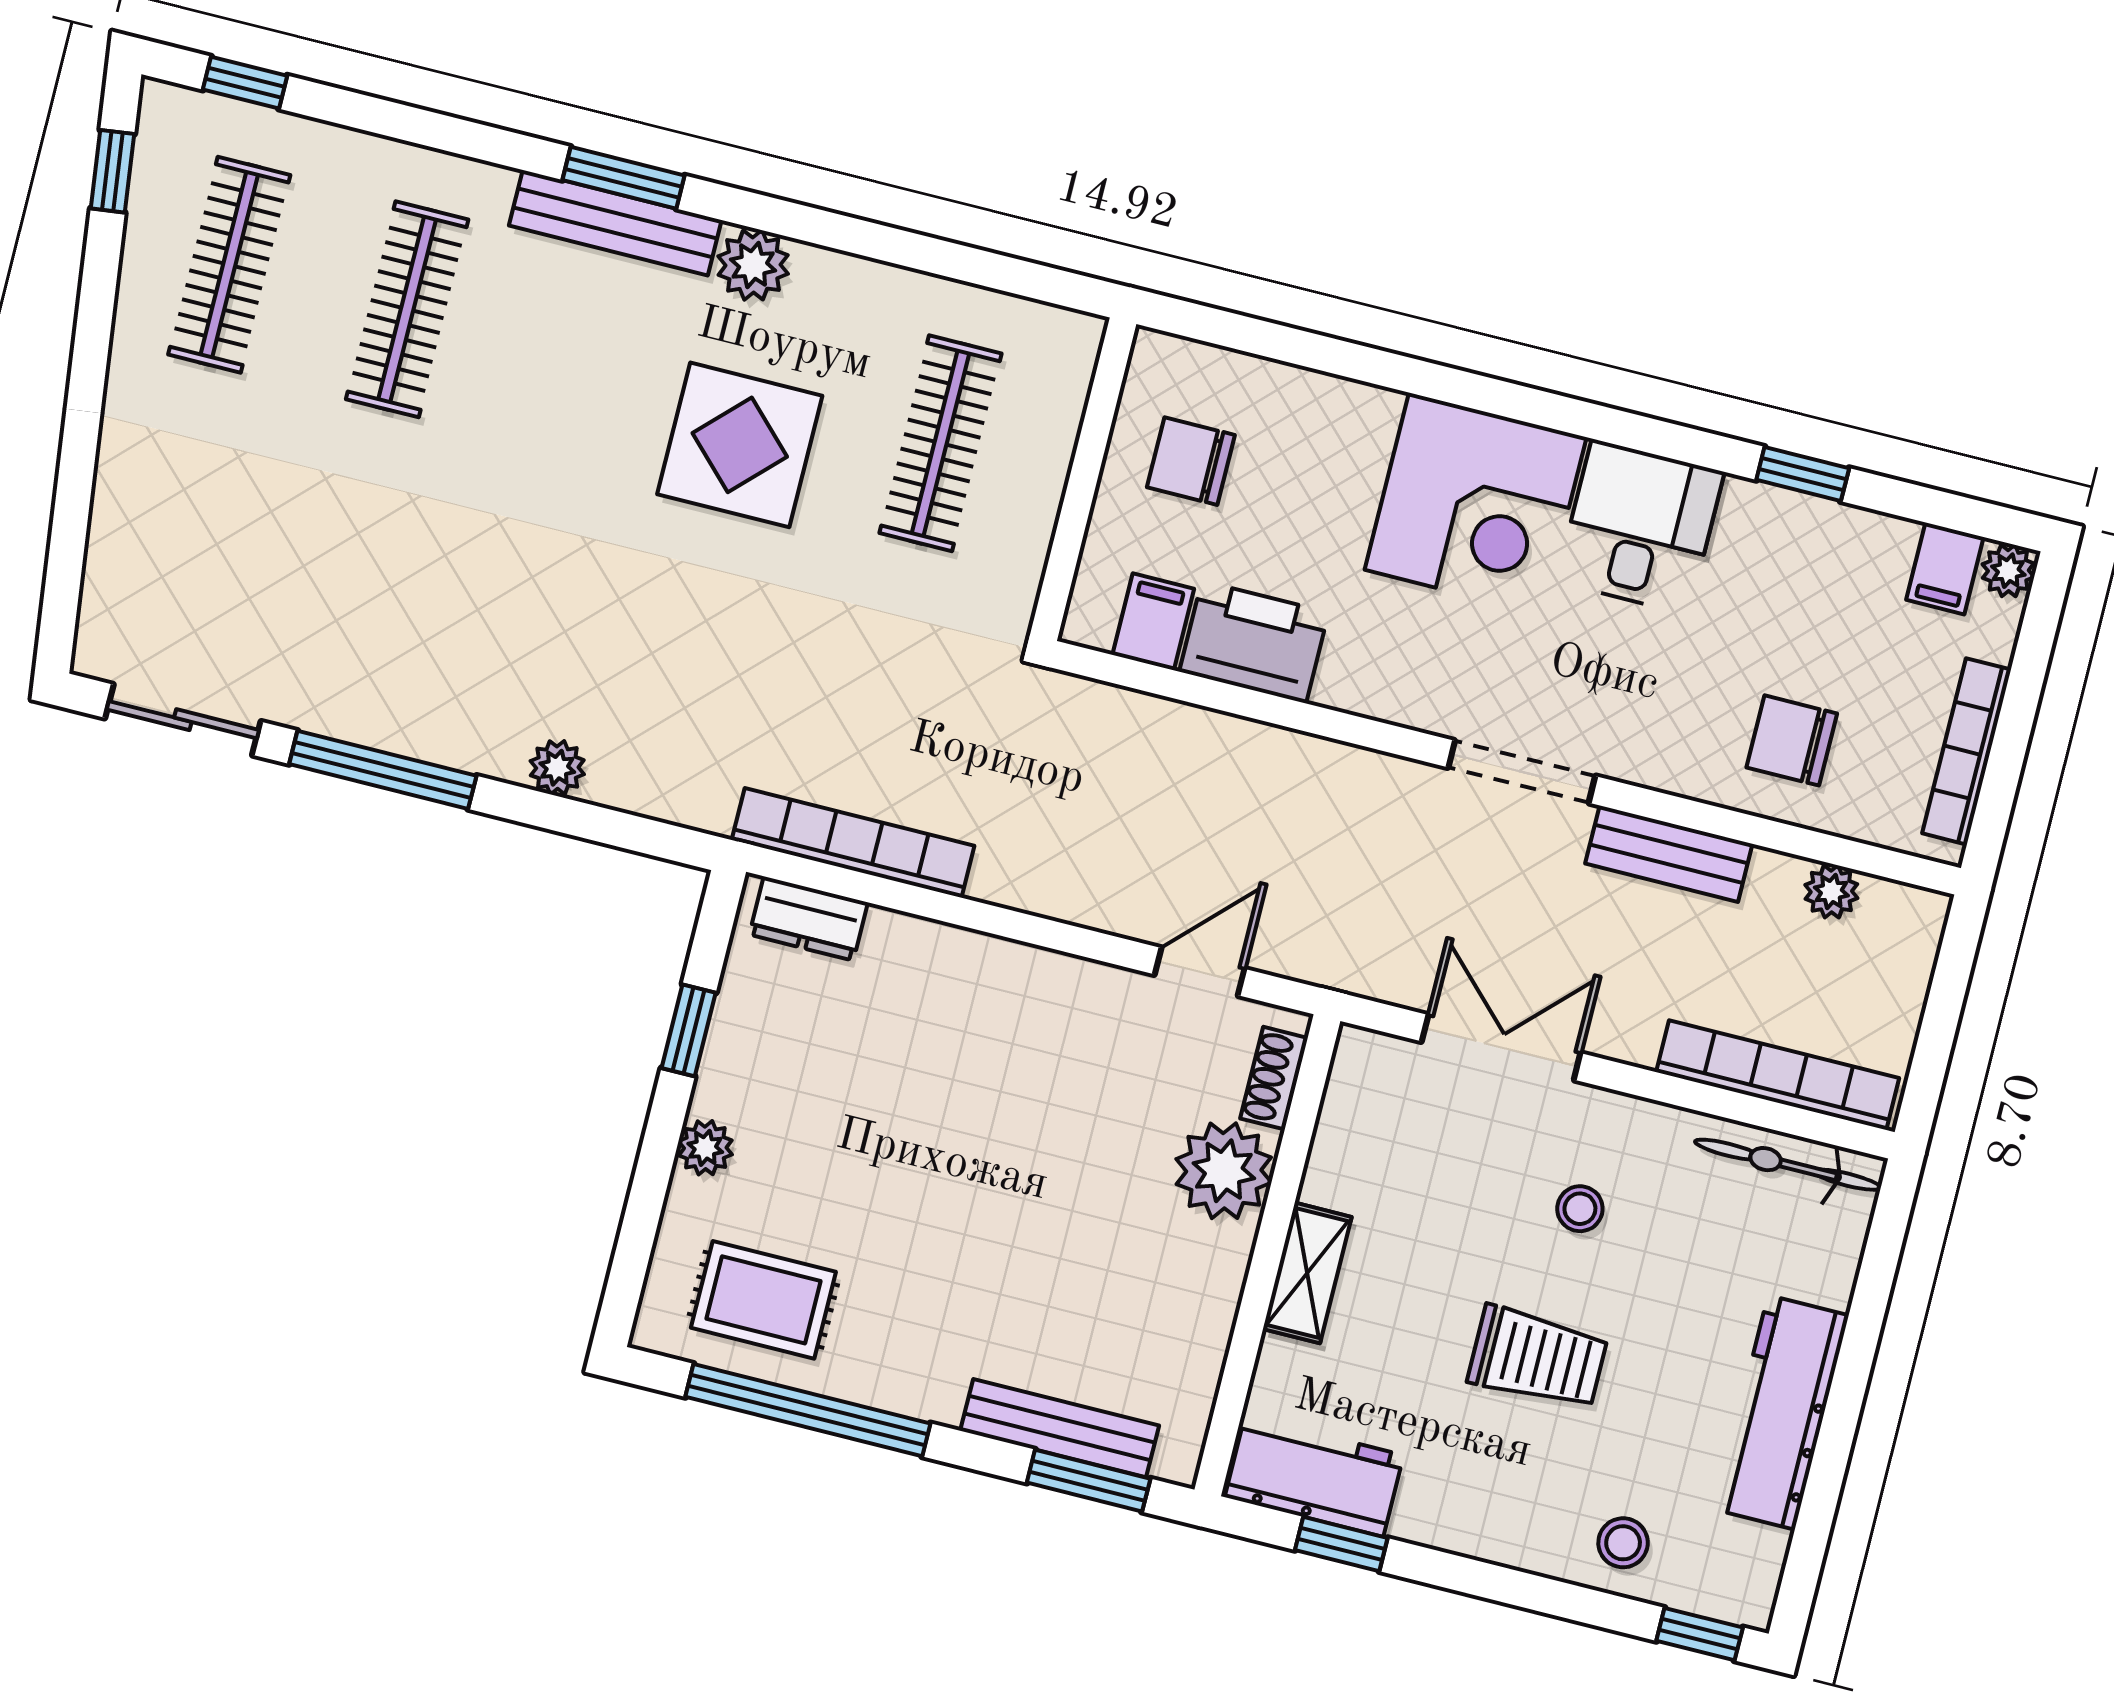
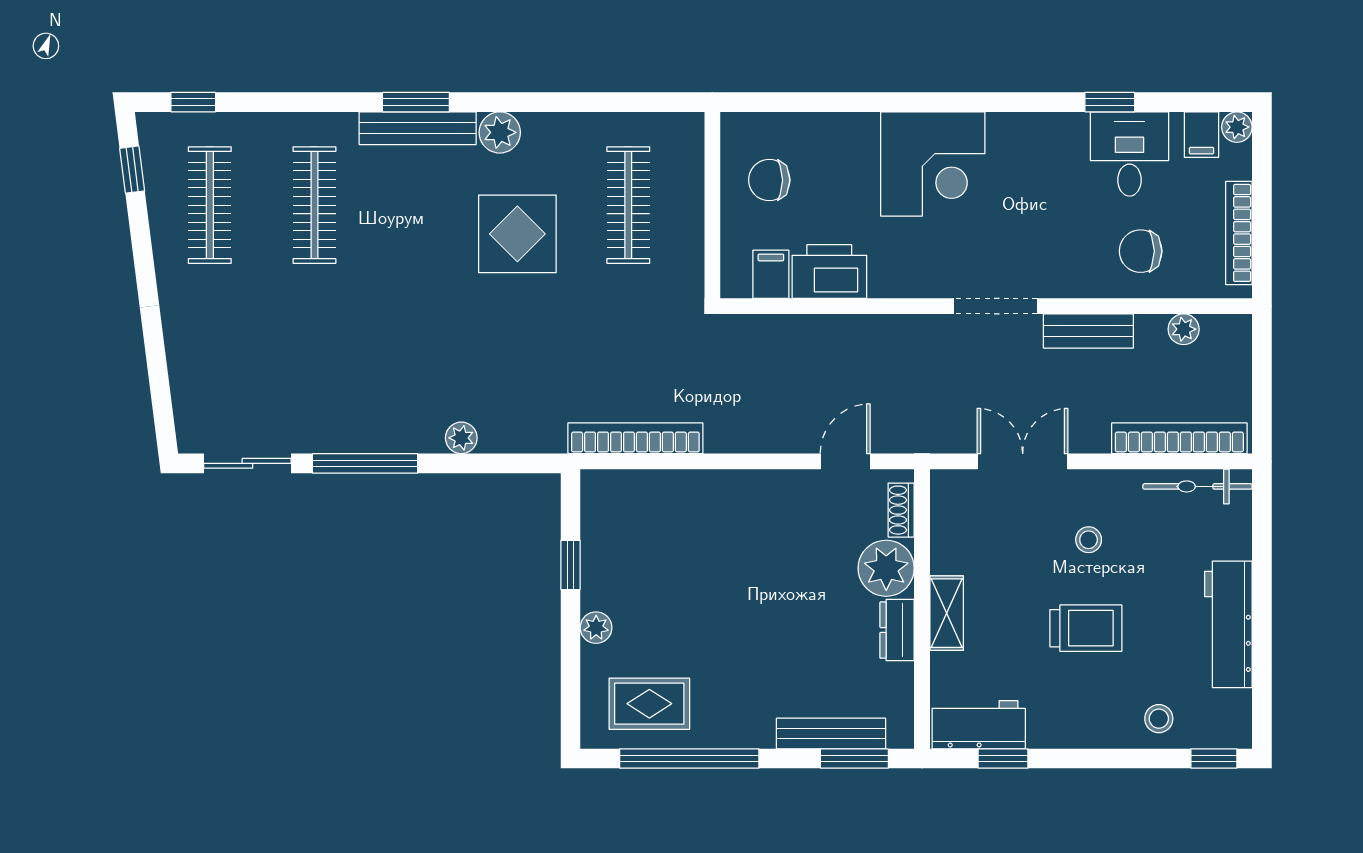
desk: (1640, 527) -> (1129, 154), moved
dresser: (809, 919) -> (897, 630), moved, turned 90

